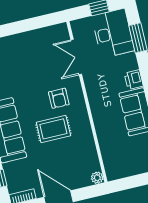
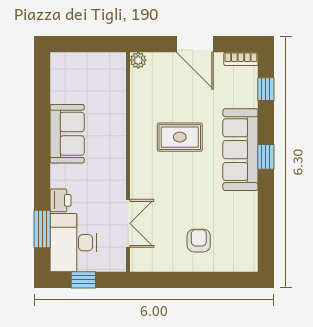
printer: (134, 80) -> (60, 200), moved
armchair: (59, 98) -> (199, 241), moved

